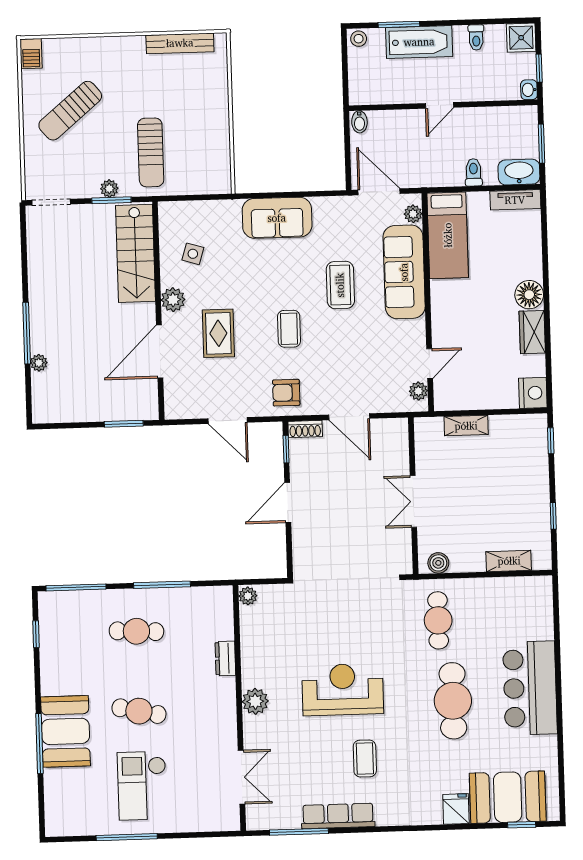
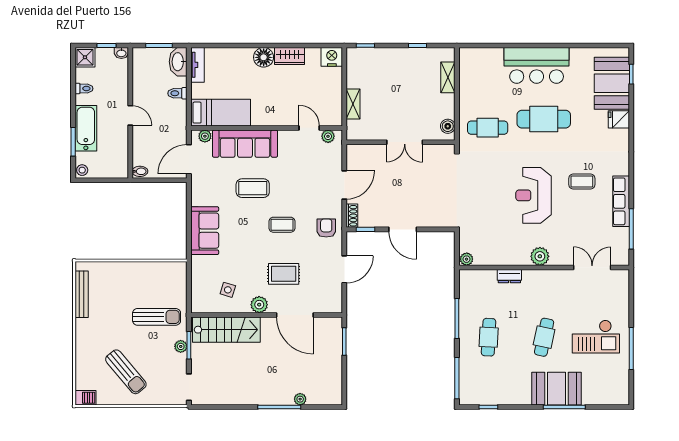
armchair: (286, 393) -> (326, 228), turned 180

